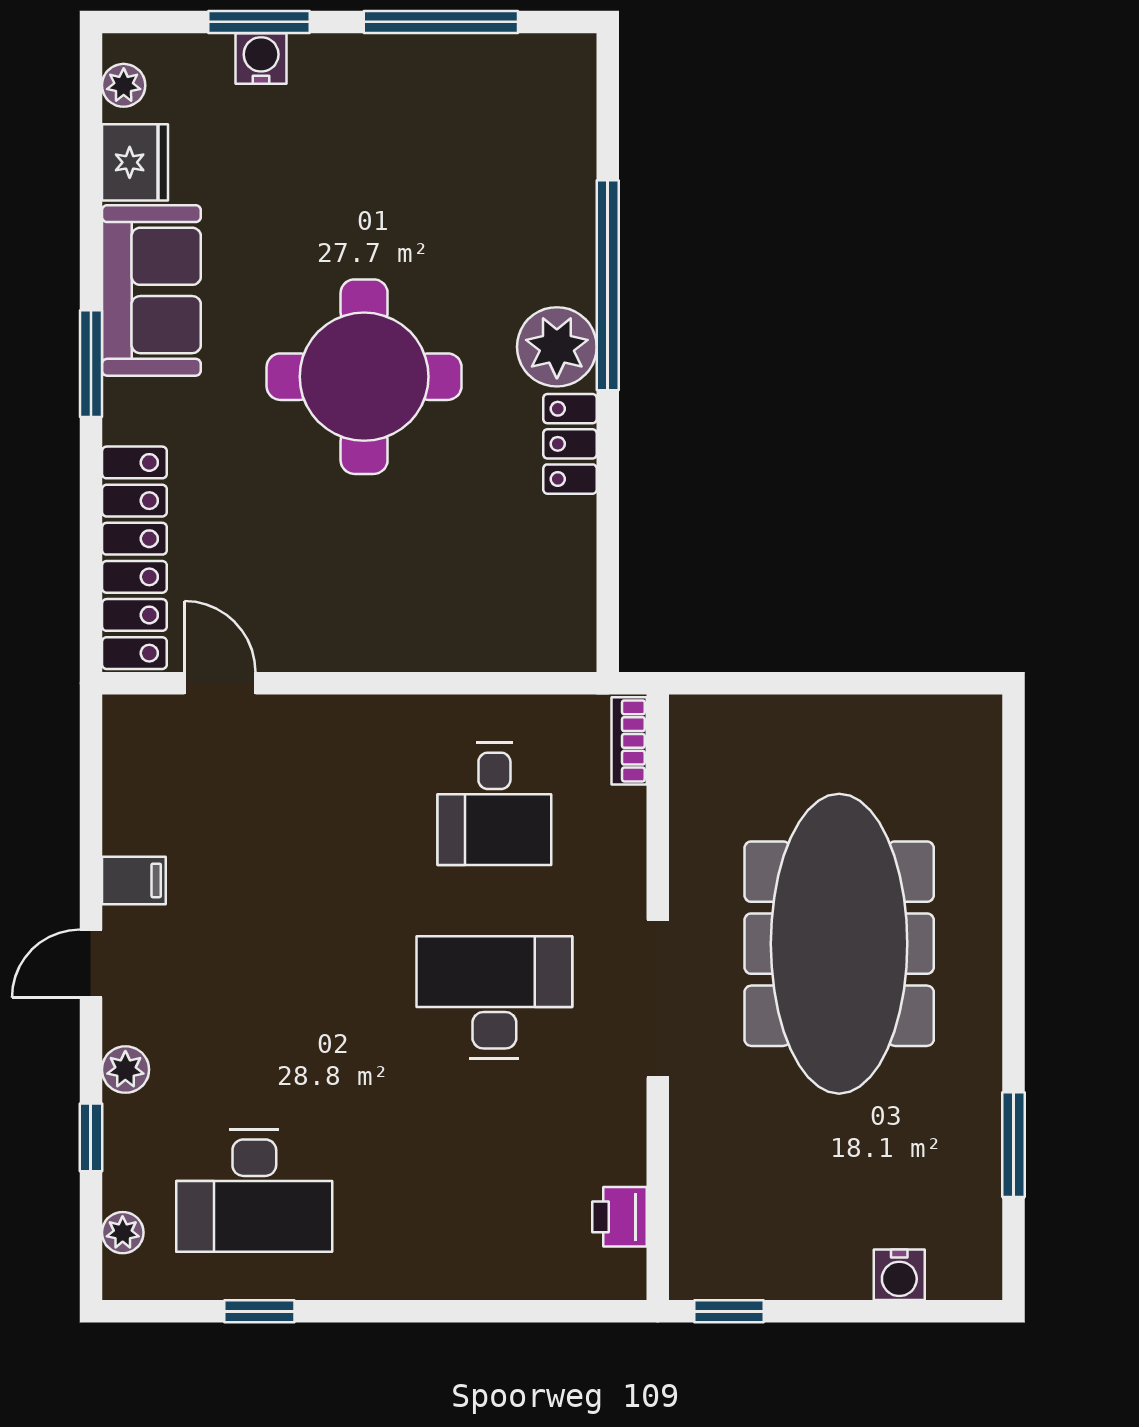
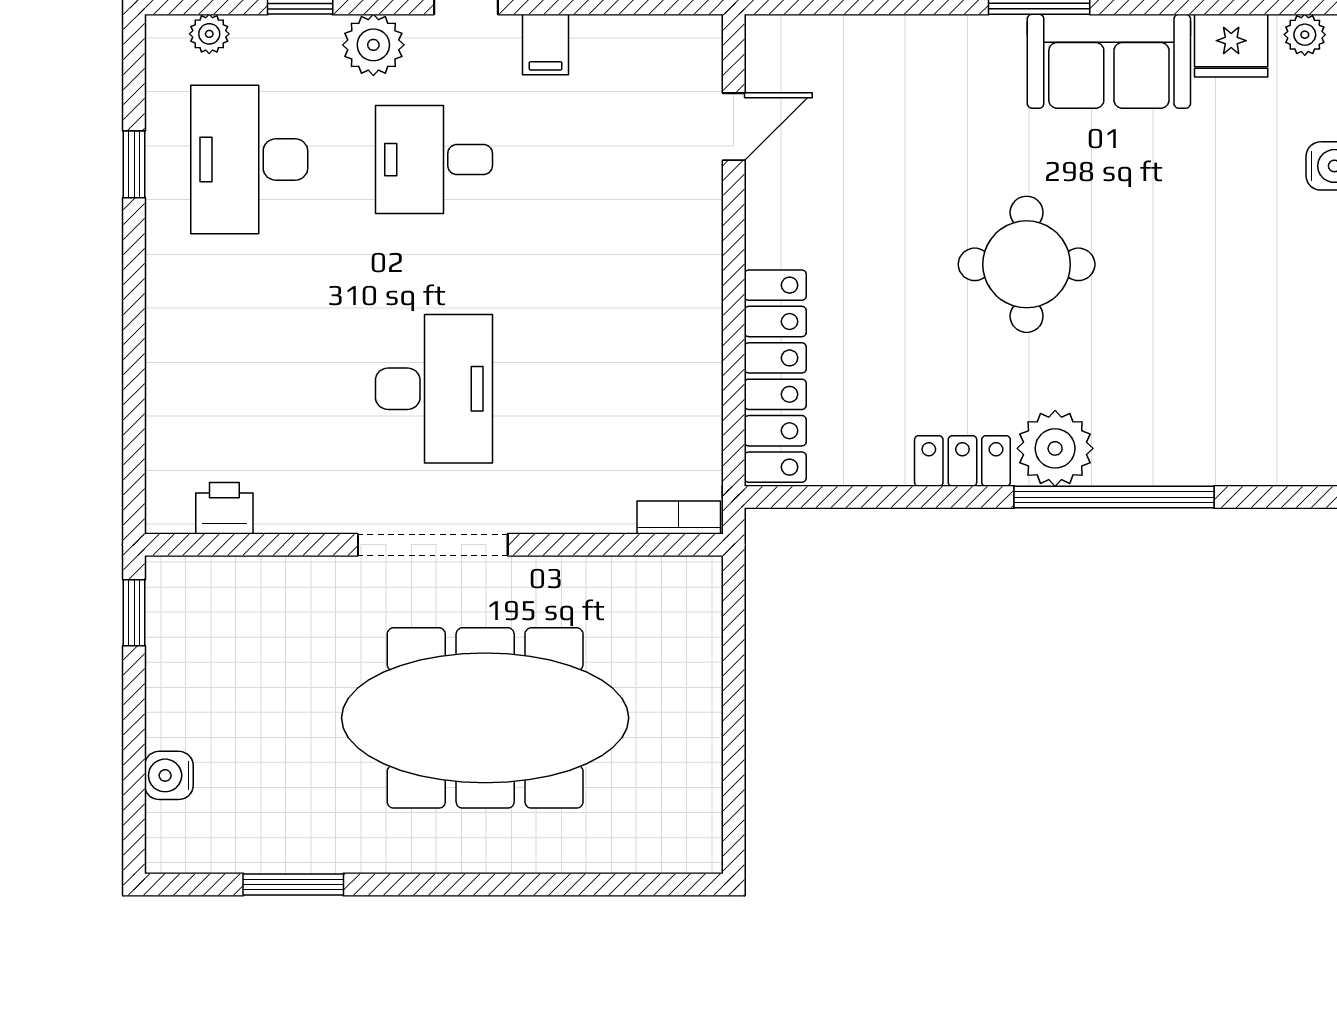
round table: (364, 377) -> (1027, 264), width x0.73, depth x0.73
locker: (134, 558) -> (775, 376), moved, turned -90
desk: (494, 804) -> (434, 160), moved
plant: (125, 1070) -> (373, 45), width x1.38, depth x1.38

